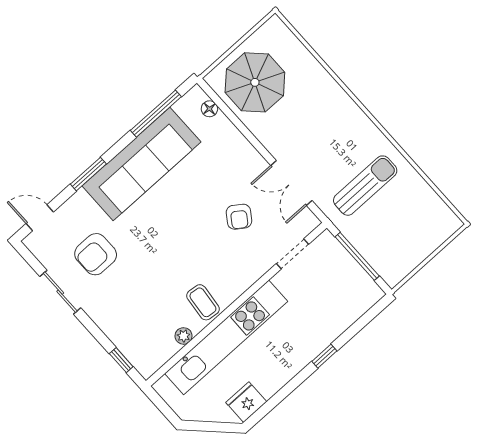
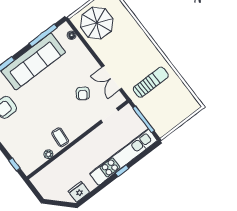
kitchen unit: (226, 337) -> (123, 157), moved, turned 180

